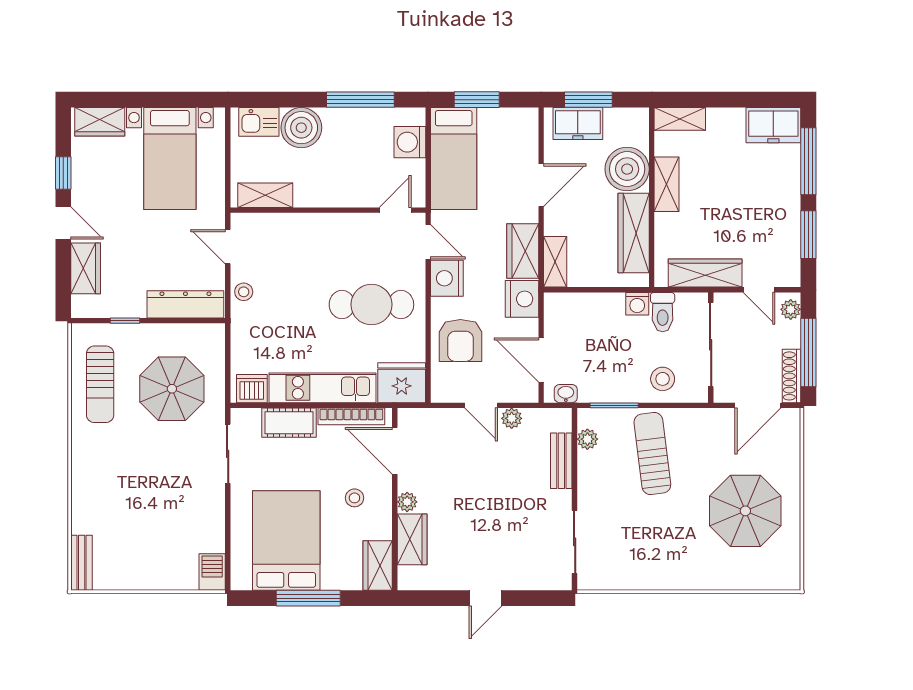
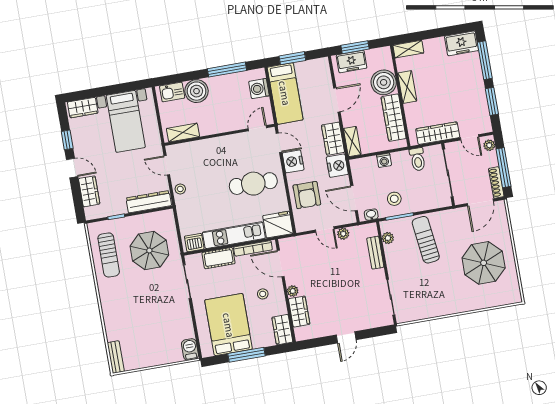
washing machine: (637, 304) -> (384, 160), moved
stool: (663, 379) -> (394, 199), moved

